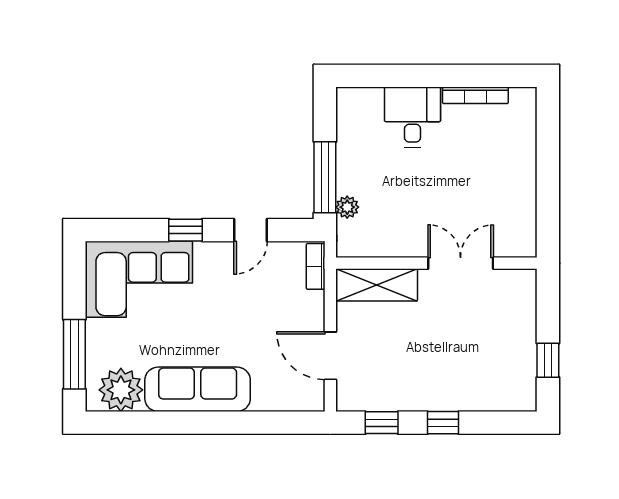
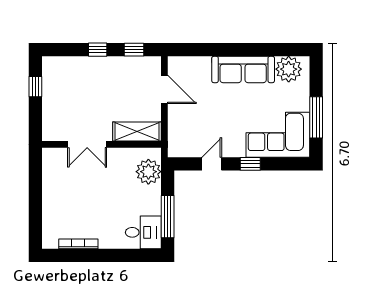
desk: (412, 117) -> (143, 232), moved, turned -90
window: (325, 177) -> (168, 217), moved
plant: (347, 207) -> (148, 172), width x1.88, depth x1.88
bookcase: (316, 266) -> (173, 142), removed
window: (74, 354) -> (316, 117), moved

